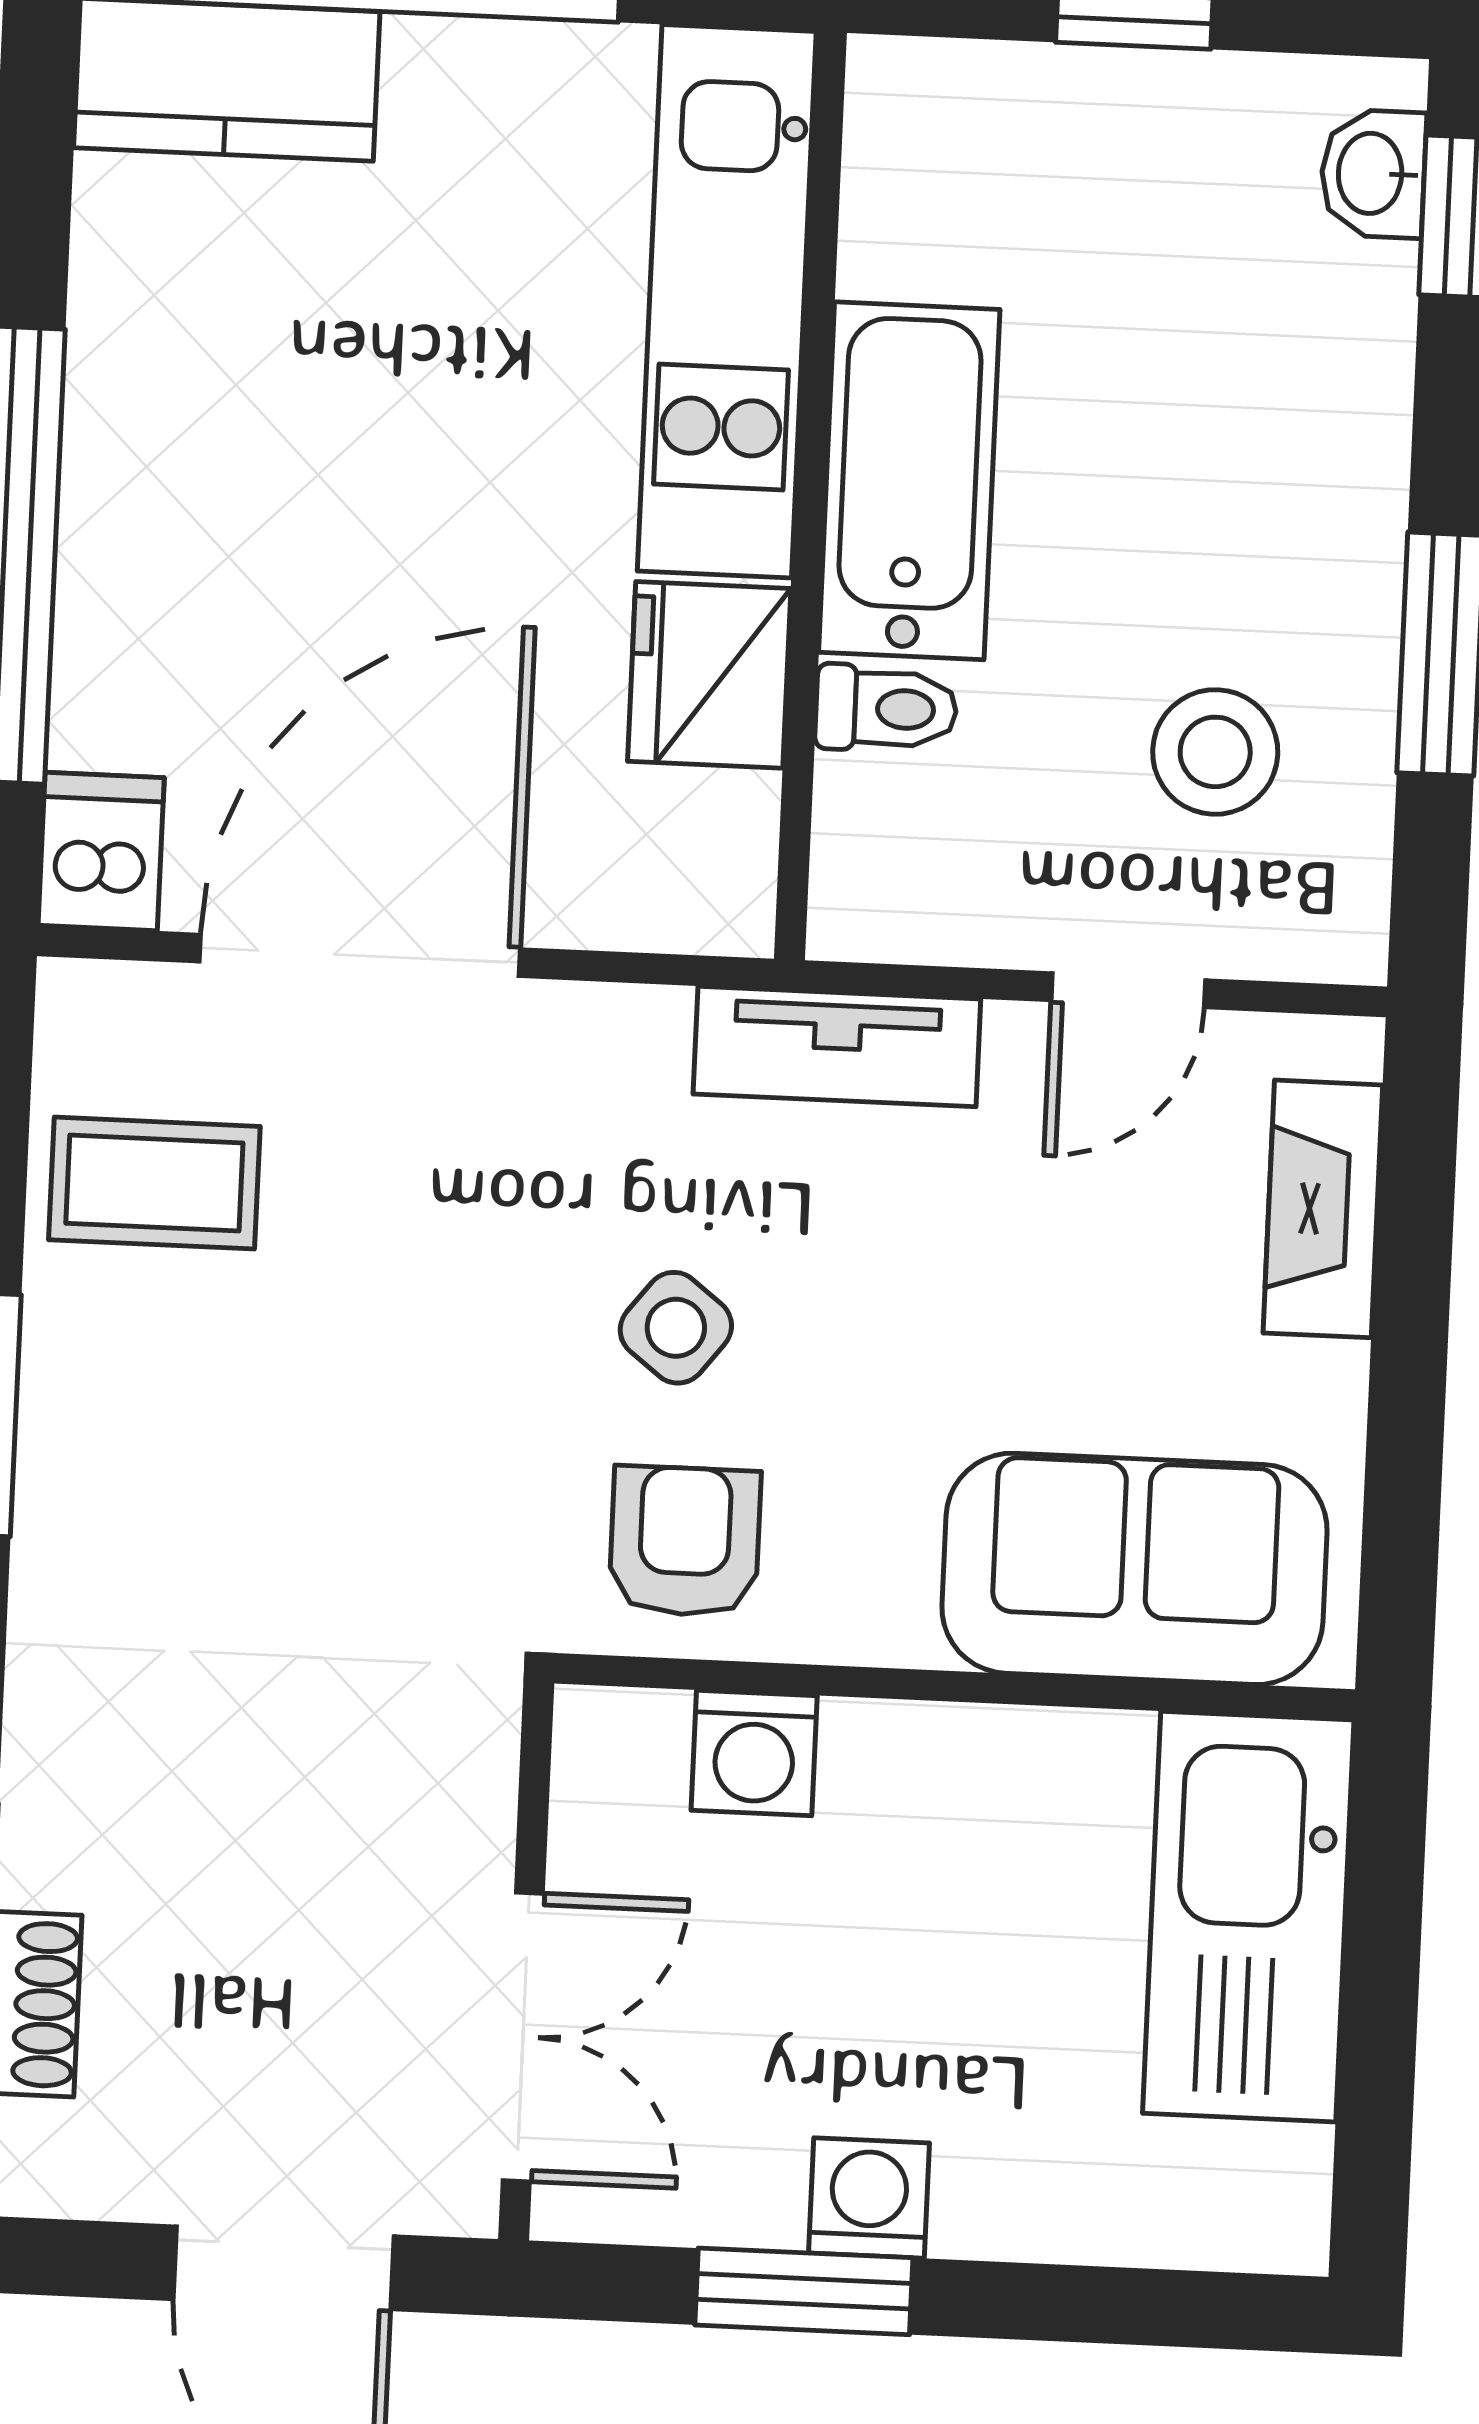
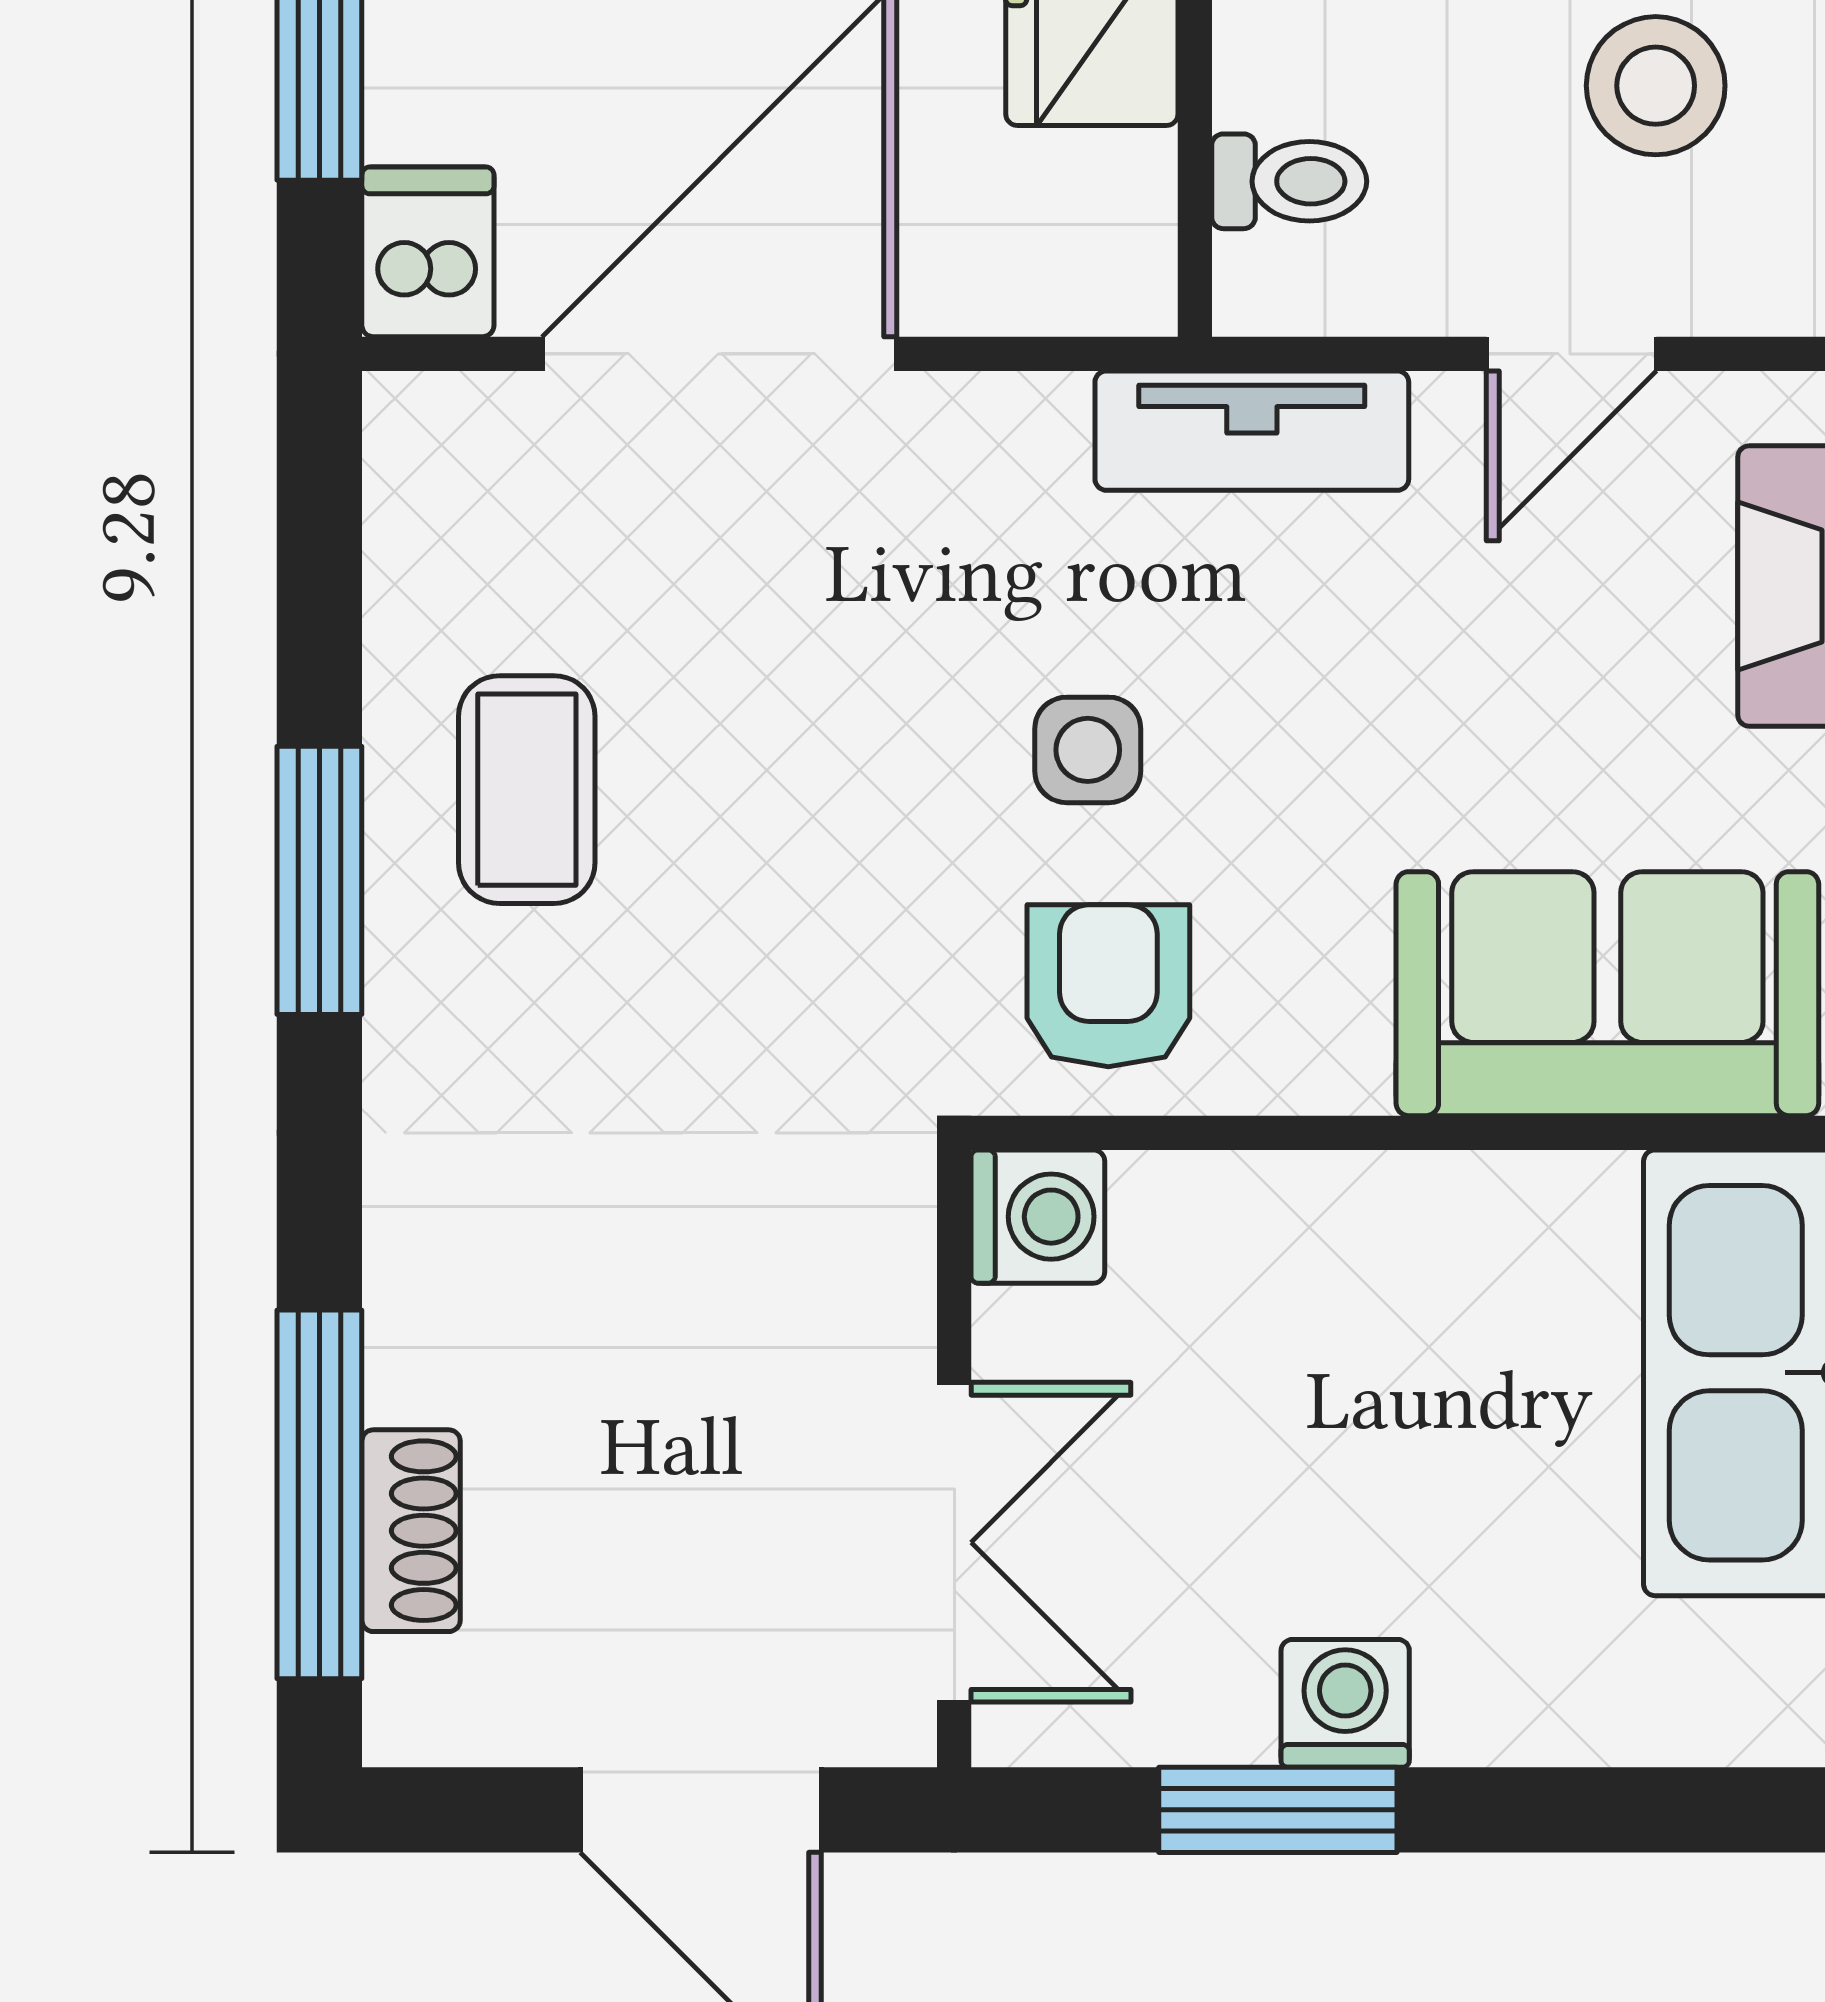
toilet: (886, 709) -> (1289, 181), moved
coffee table: (154, 1183) -> (527, 790), moved, turned 90
side table: (676, 1328) -> (1088, 750), turned -38
washing machine: (754, 1753) -> (1038, 1217), moved, turned -90

